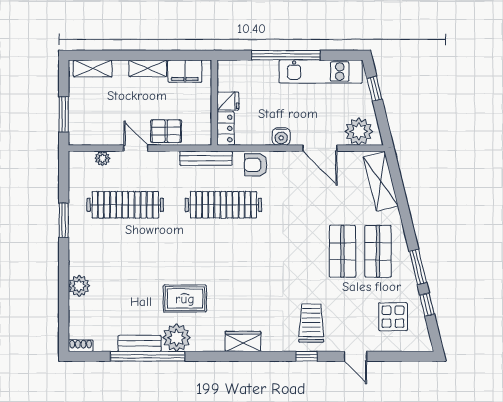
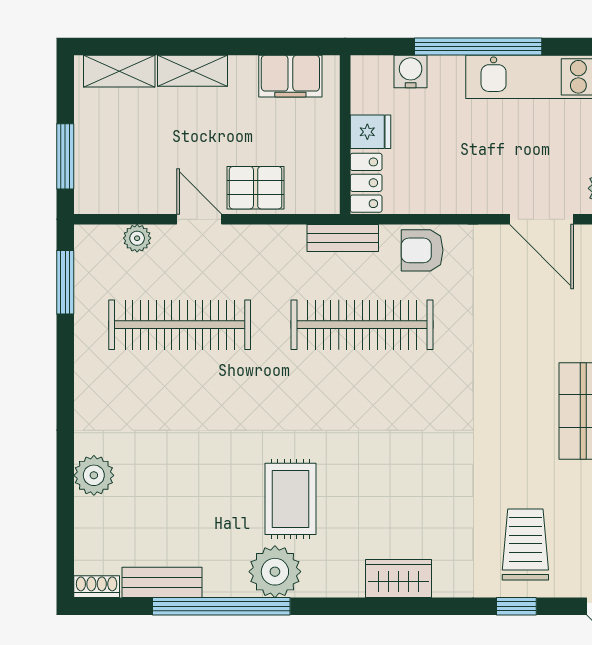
shelving: (148, 68) -> (192, 71), moved
water cooler: (281, 136) -> (411, 72), moved, turned 180
bench: (206, 158) -> (343, 238), width x0.73
window: (64, 220) -> (65, 282), moved
rug: (185, 299) -> (291, 499), turned 90
bench: (140, 343) -> (162, 582), moved

